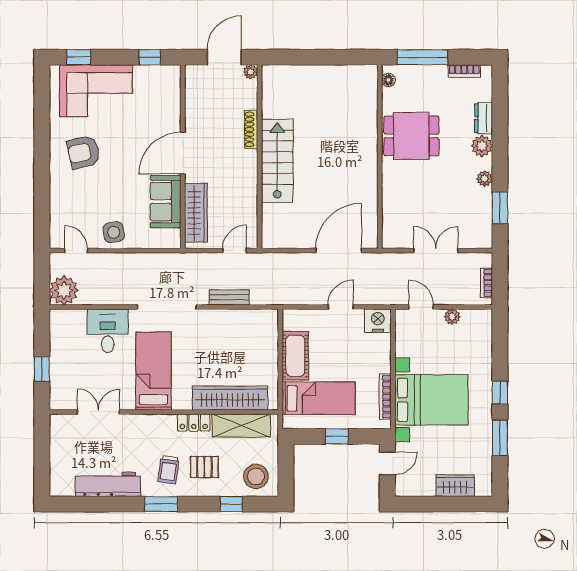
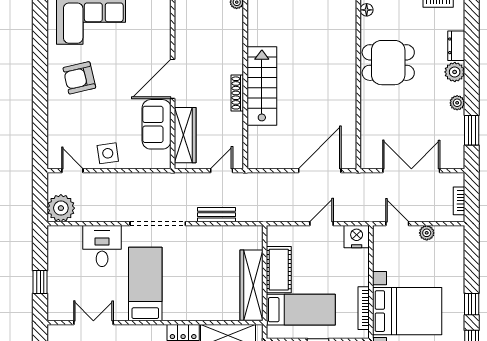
shoe rack: (251, 129) -> (237, 93), moved
double door: (436, 251) -> (411, 171), width x1.37
wardrobe: (230, 398) -> (252, 285), moved, turned -90

